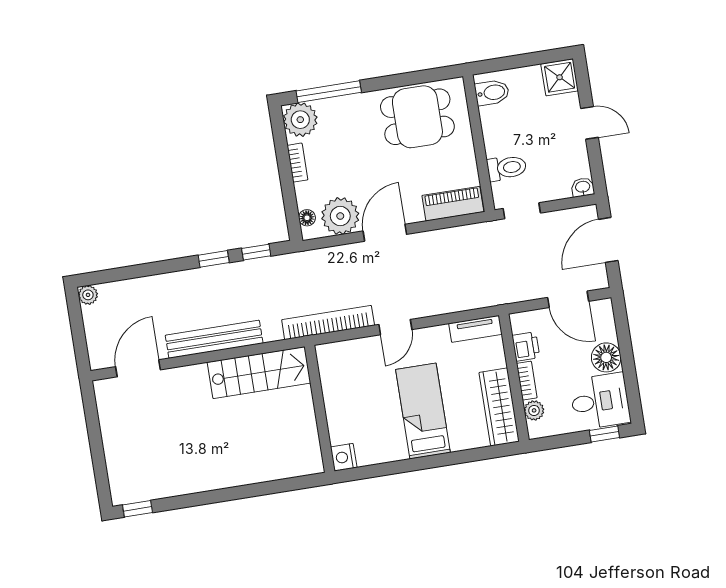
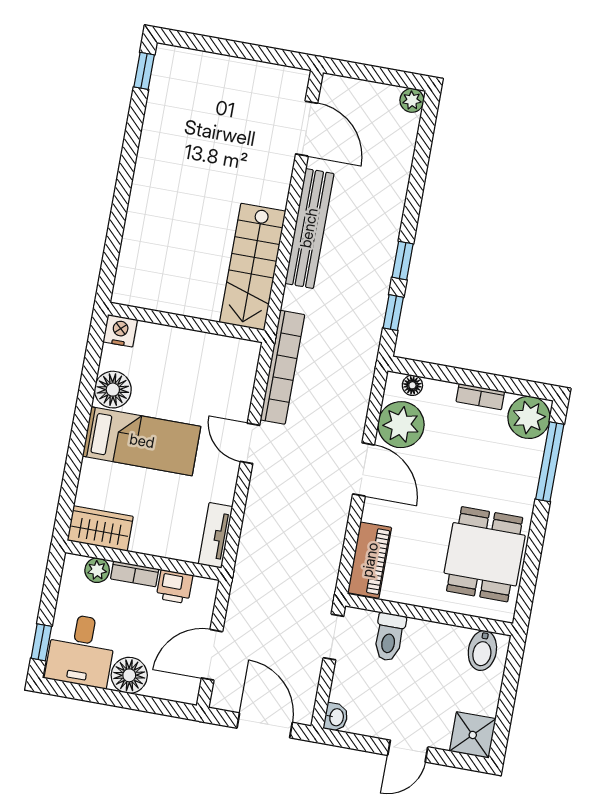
wardrobe: (499, 407) -> (100, 528), width x0.67
floor lamp: (391, 447) -> (113, 390), added

